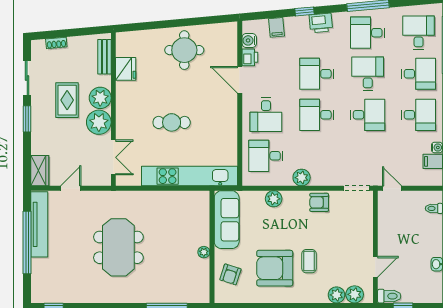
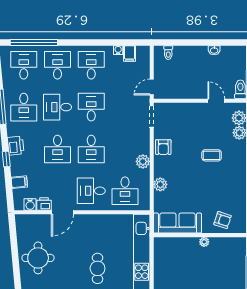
desk: (419, 33) -> (24, 65), turned 90
desk: (266, 115) -> (91, 191), turned 180
armchair: (275, 268) -> (217, 184), removed

